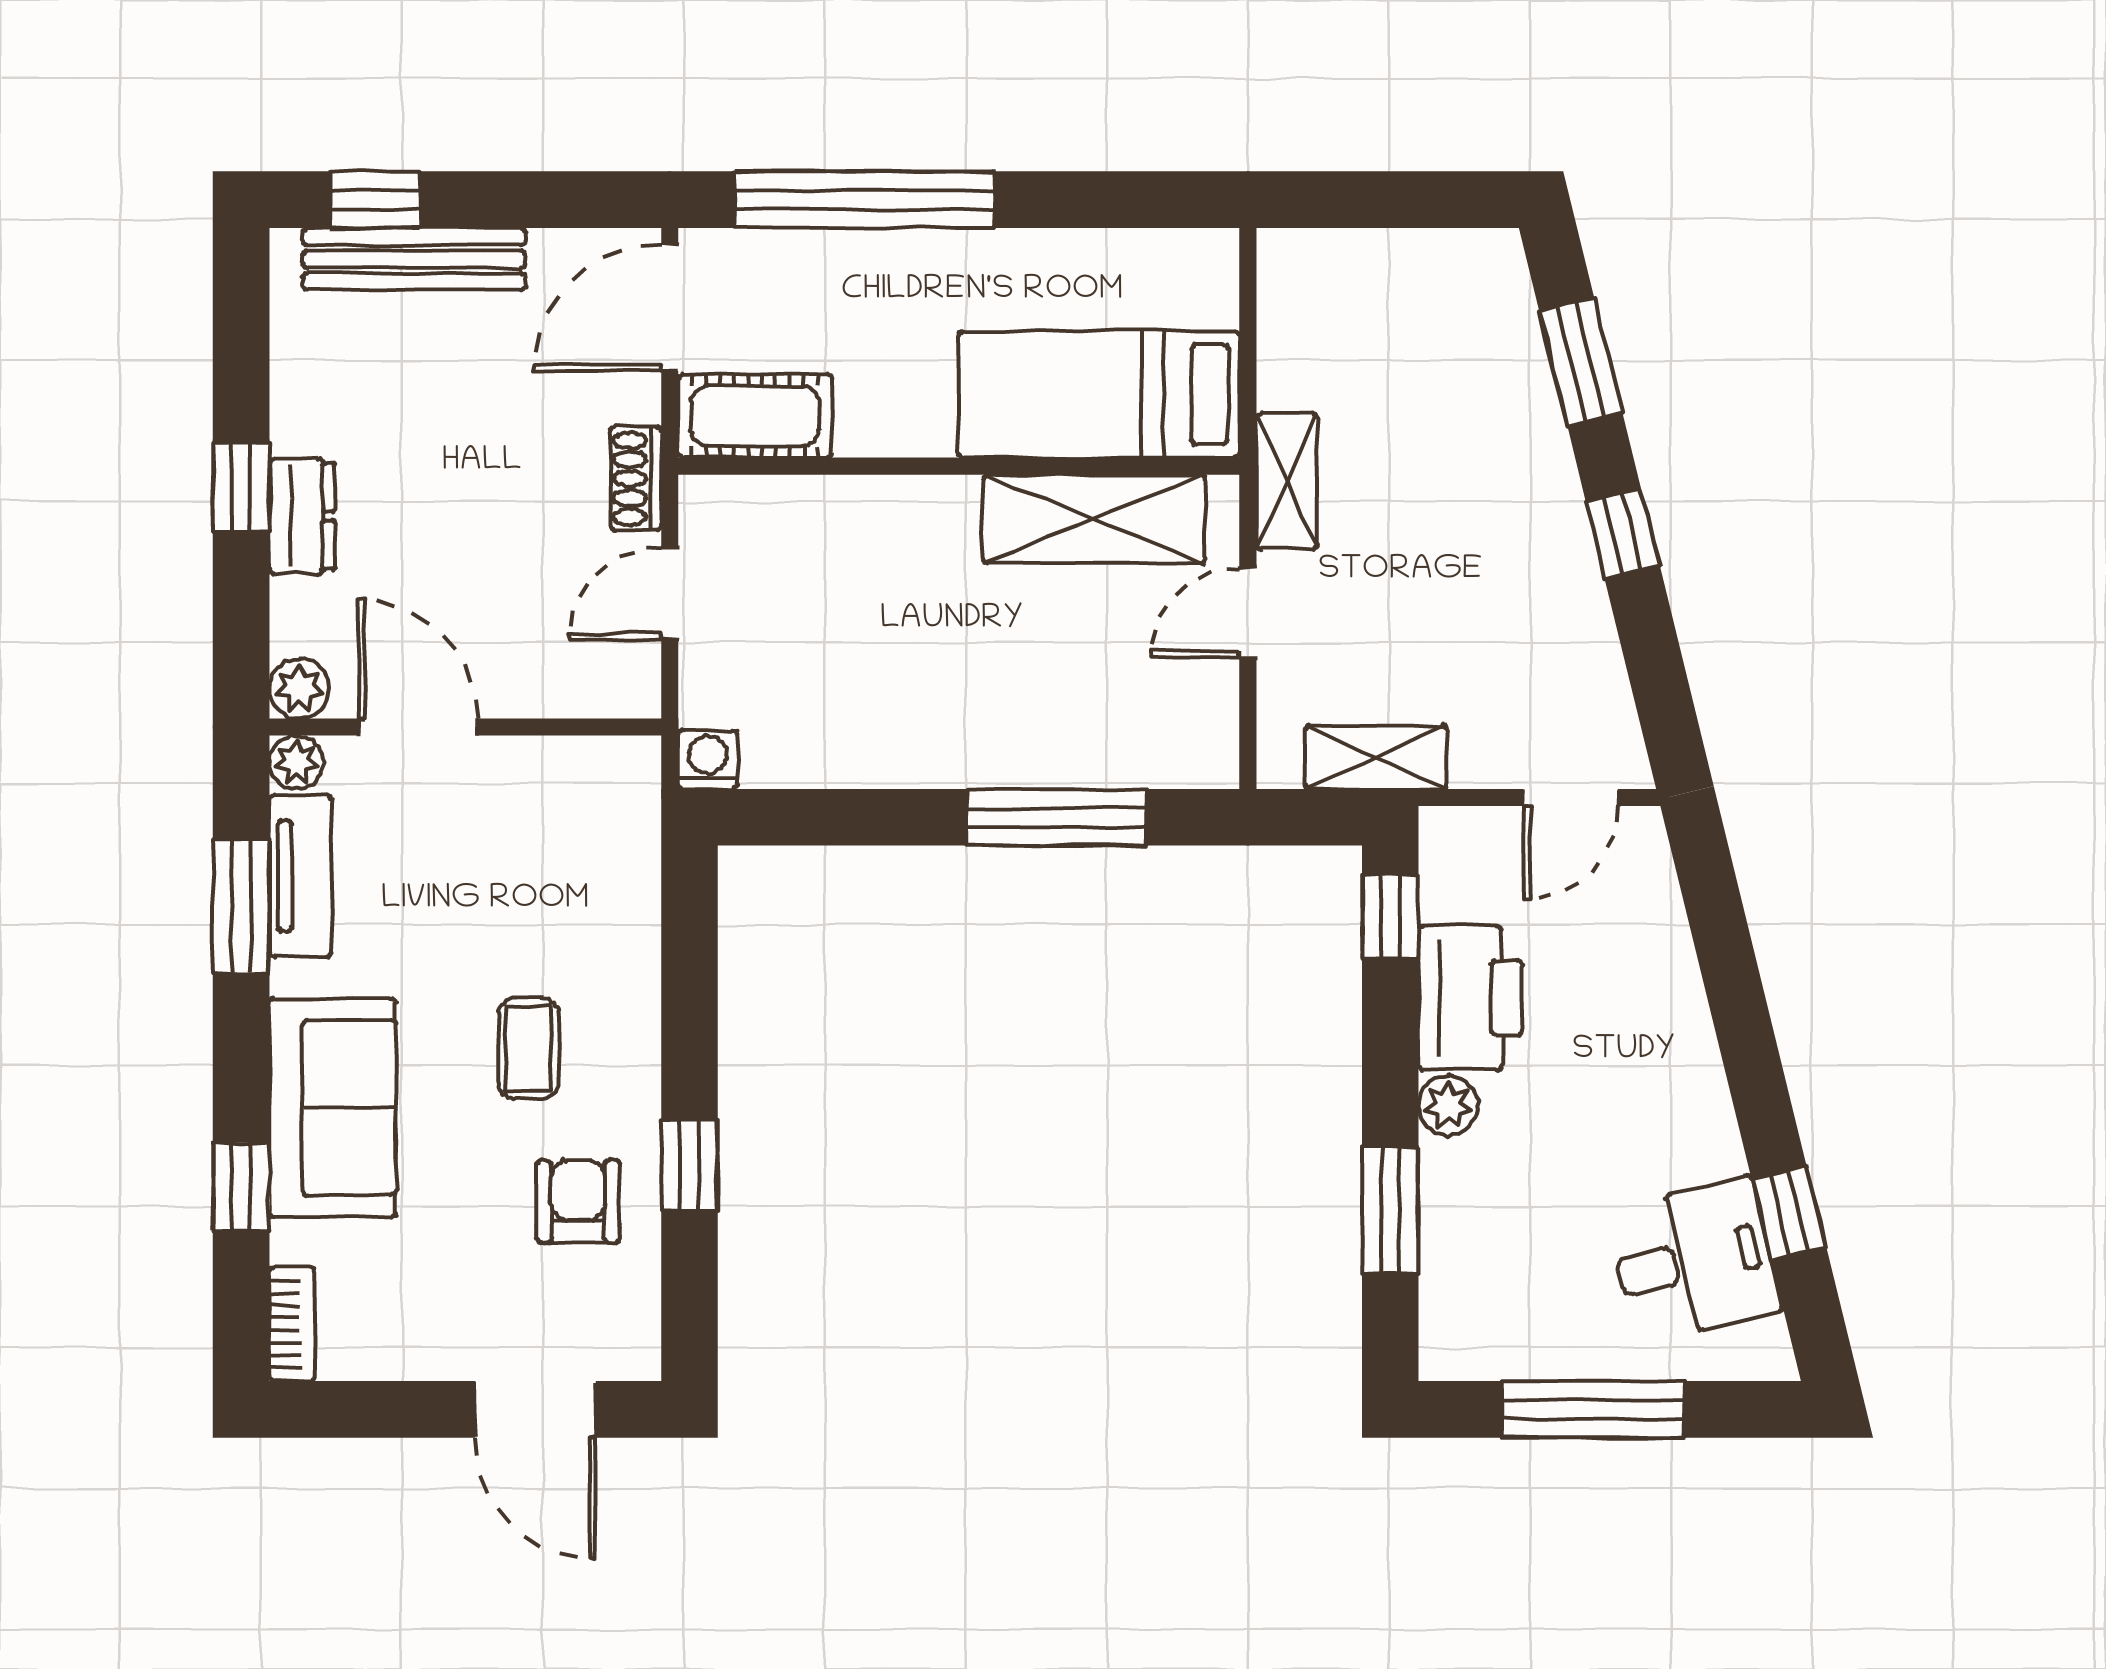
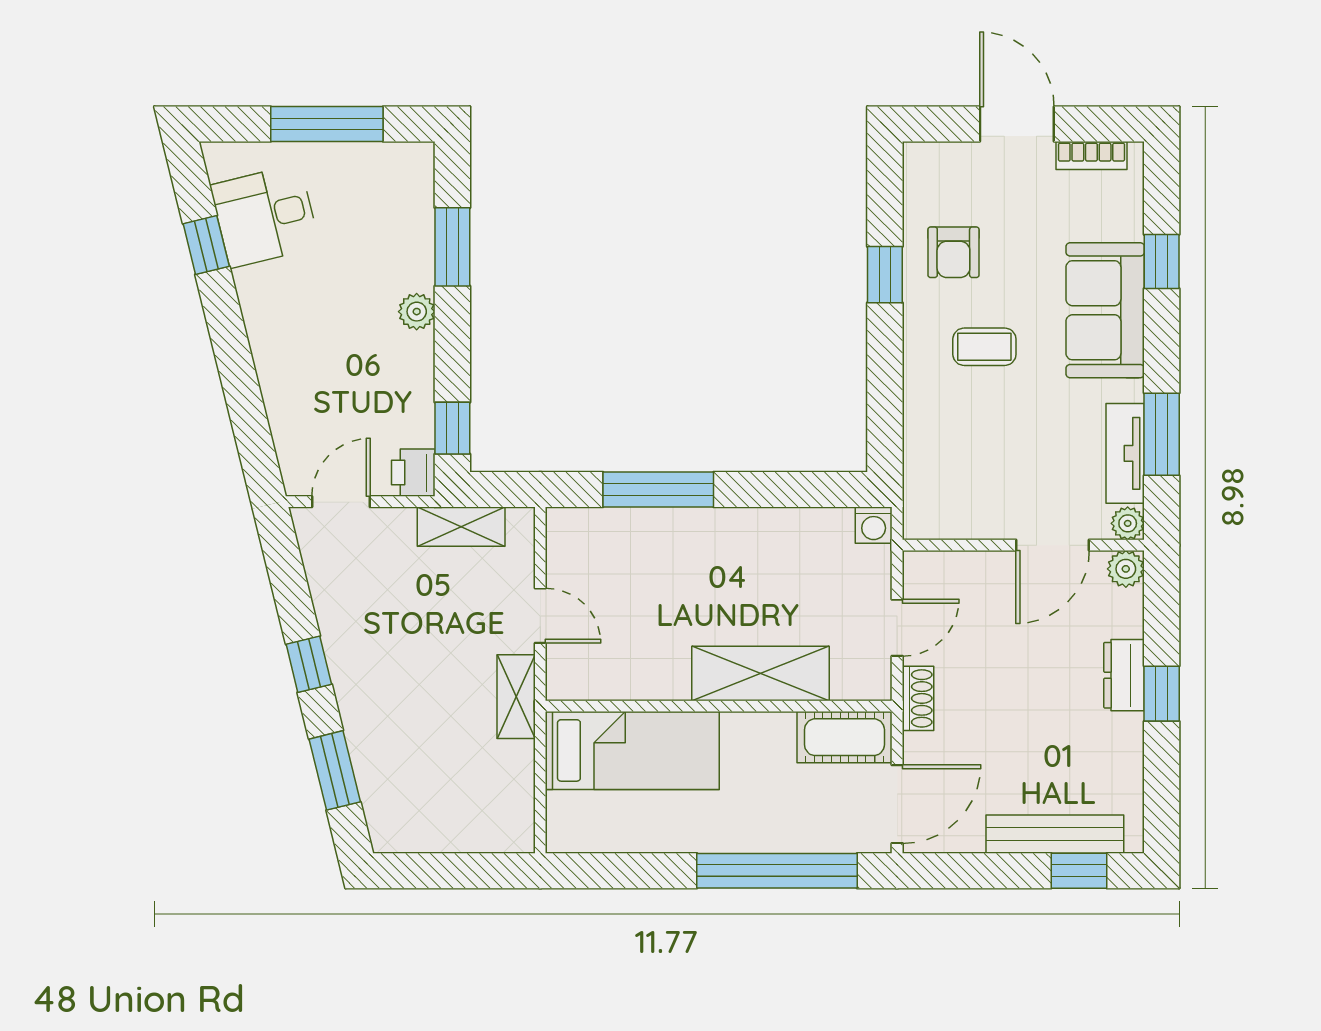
shelving: (1094, 519) -> (760, 674), moved
door: (1248, 613) -> (540, 616), hinge flipped
door: (418, 727) -> (1053, 545), hinge flipped
printer: (1470, 998) -> (413, 473), moved, width x0.53, depth x0.68
coffee table: (528, 1048) -> (984, 347), turned 90
bookcase: (292, 1324) -> (1091, 156), moved, turned -90
door: (536, 1409) -> (1017, 124), moved

